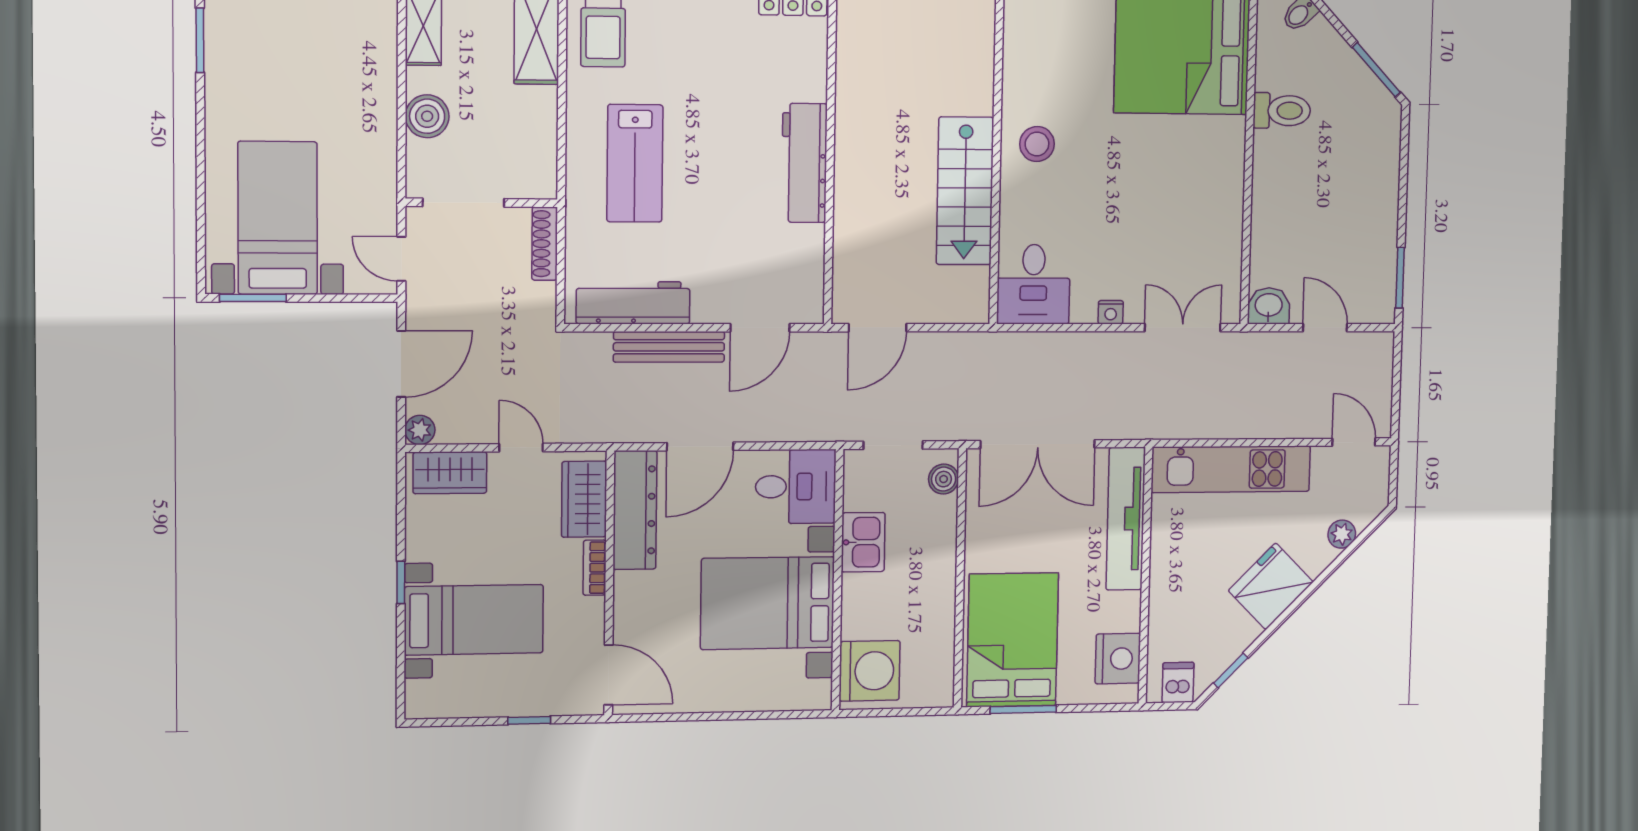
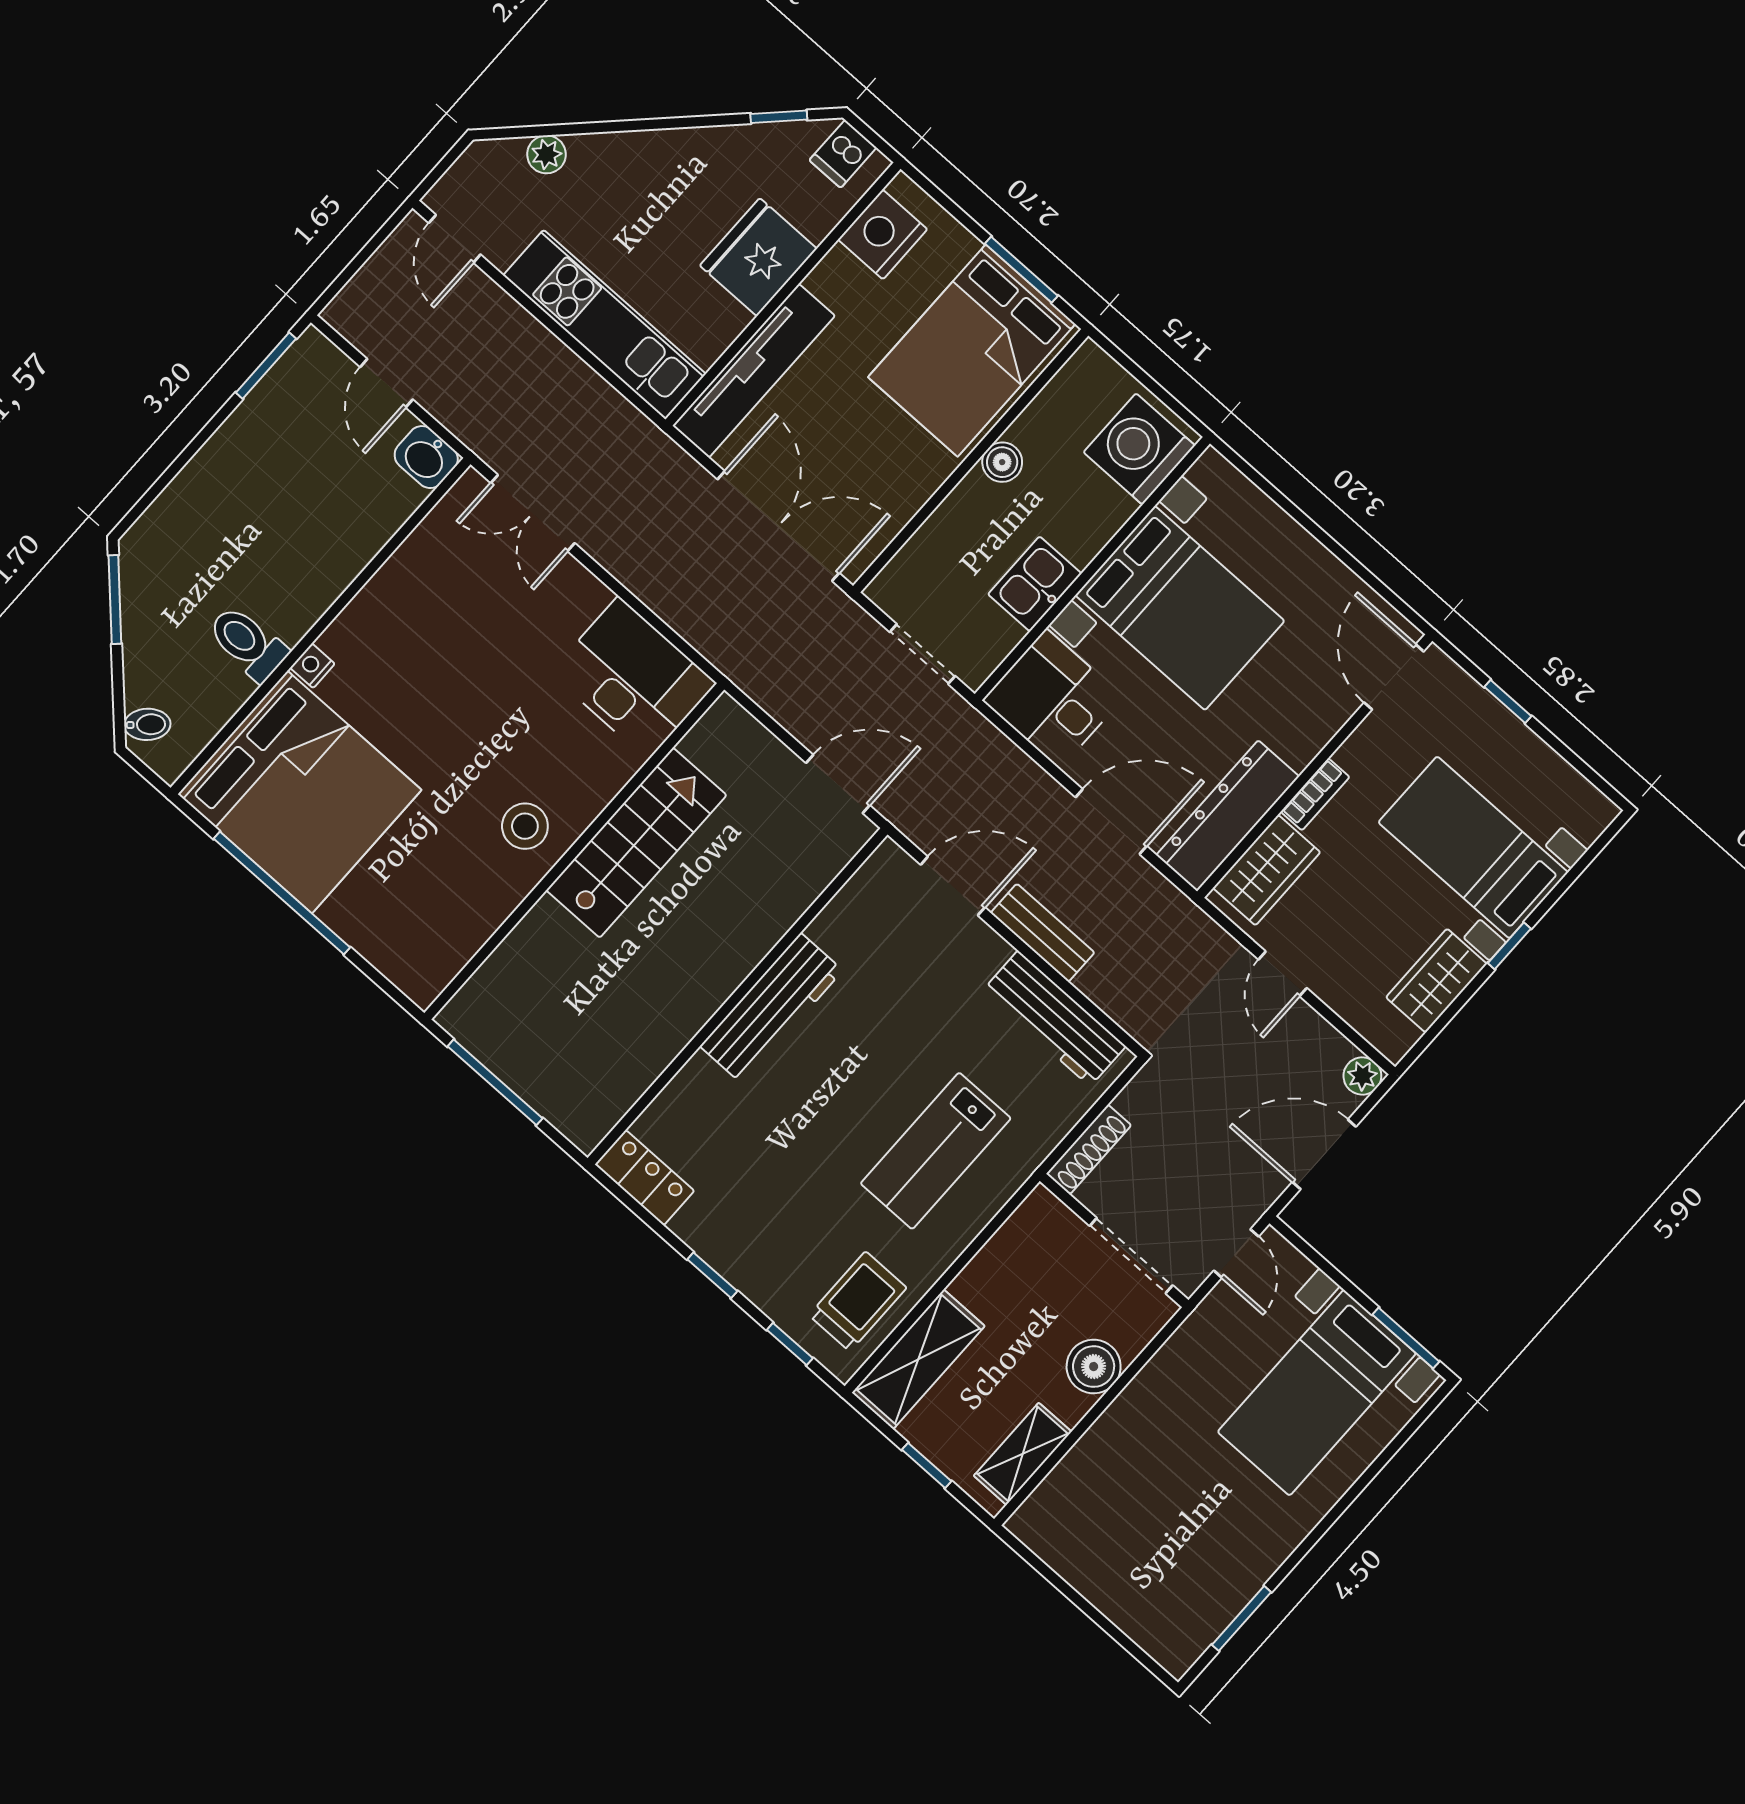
lab bench: (635, 163) -> (936, 1151), turned 180
desk: (1033, 284) -> (633, 678), width x1.37
nightstand: (1111, 312) -> (312, 666), moved, turned -90
bench: (669, 347) -> (1043, 933), width x0.73
wardrobe: (450, 473) -> (1436, 981), moved, turned -90
boiler: (944, 479) -> (1002, 462), moved
fridge: (1271, 586) -> (758, 257), moved, turned 135

